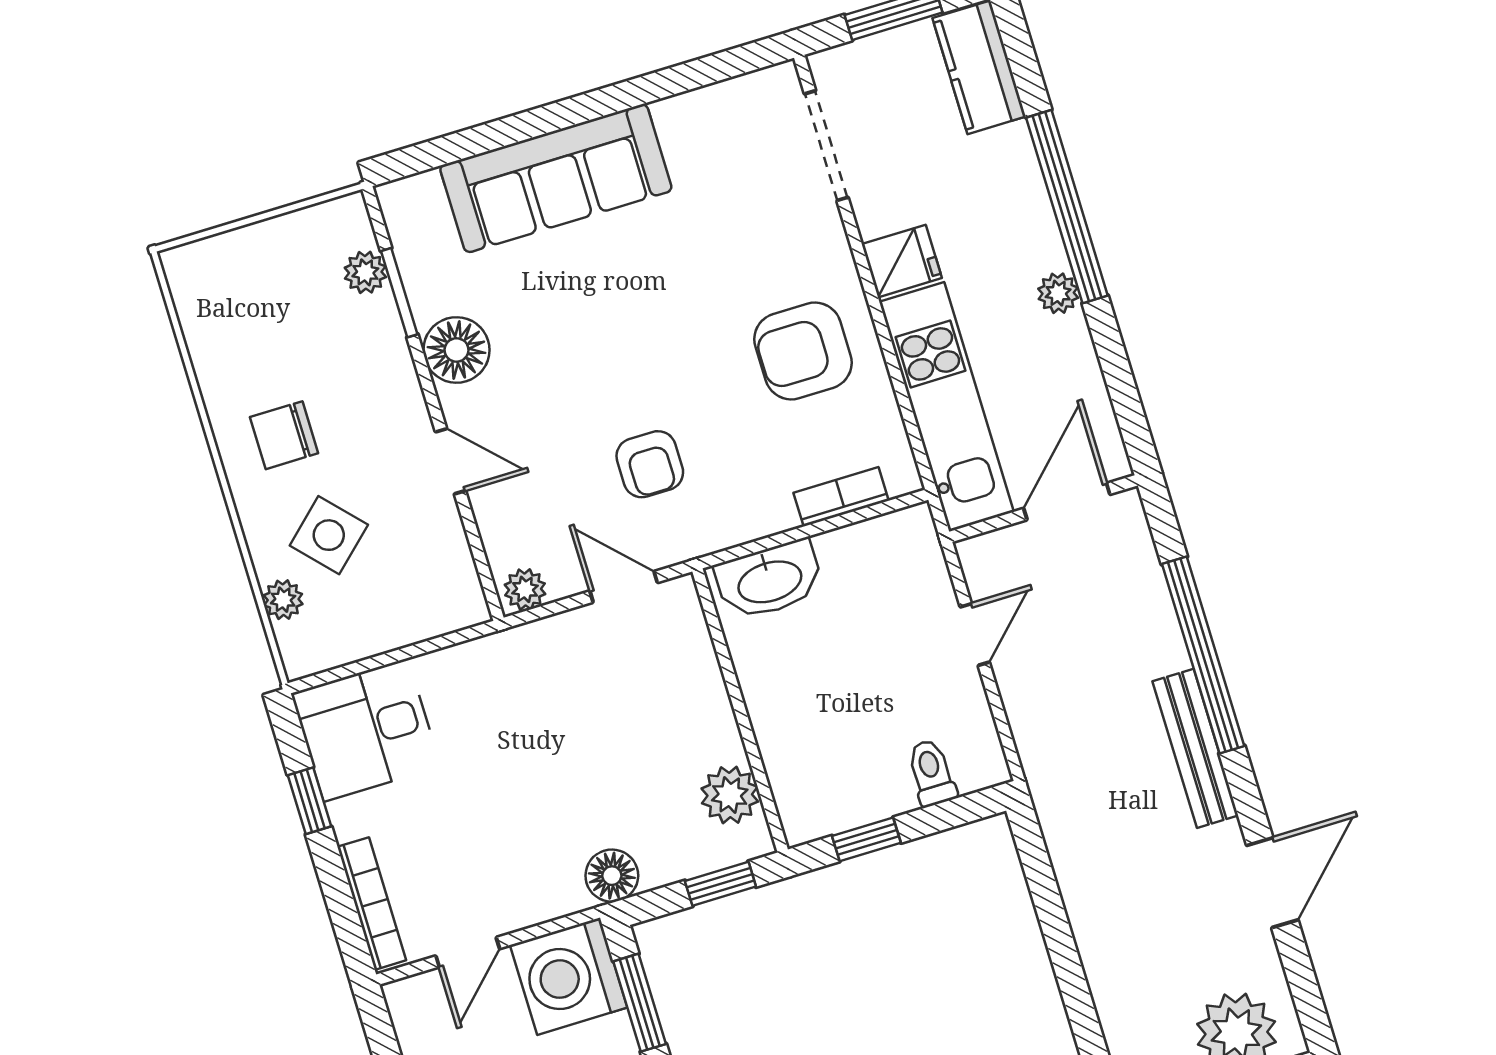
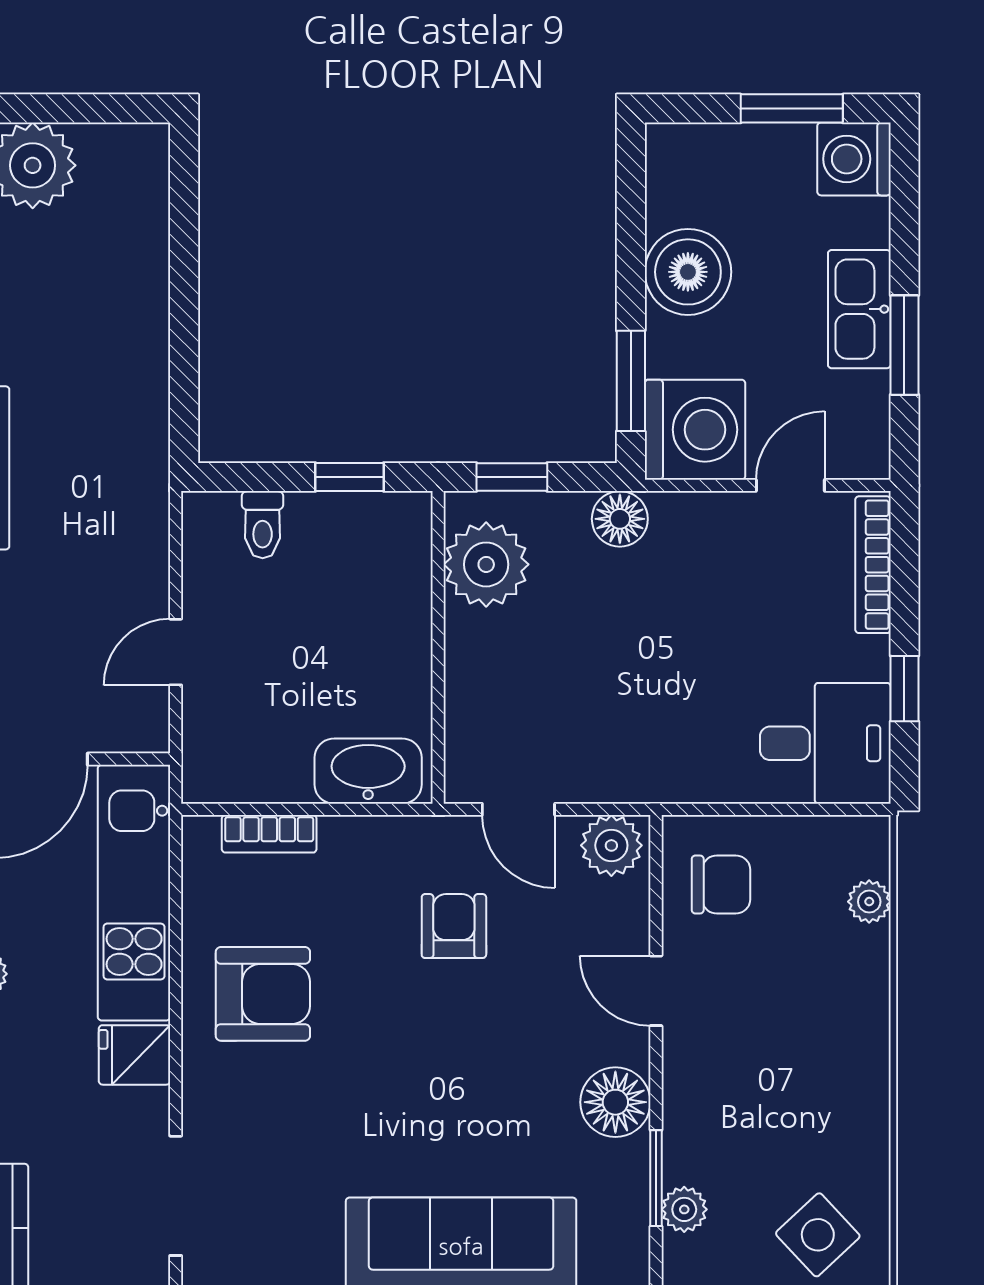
chair: (284, 435) -> (721, 885), moved
side table: (329, 535) -> (818, 1235), moved
plant: (525, 589) -> (611, 845), width x1.38, depth x1.38
plant: (730, 795) -> (486, 564), width x1.36, depth x1.36

